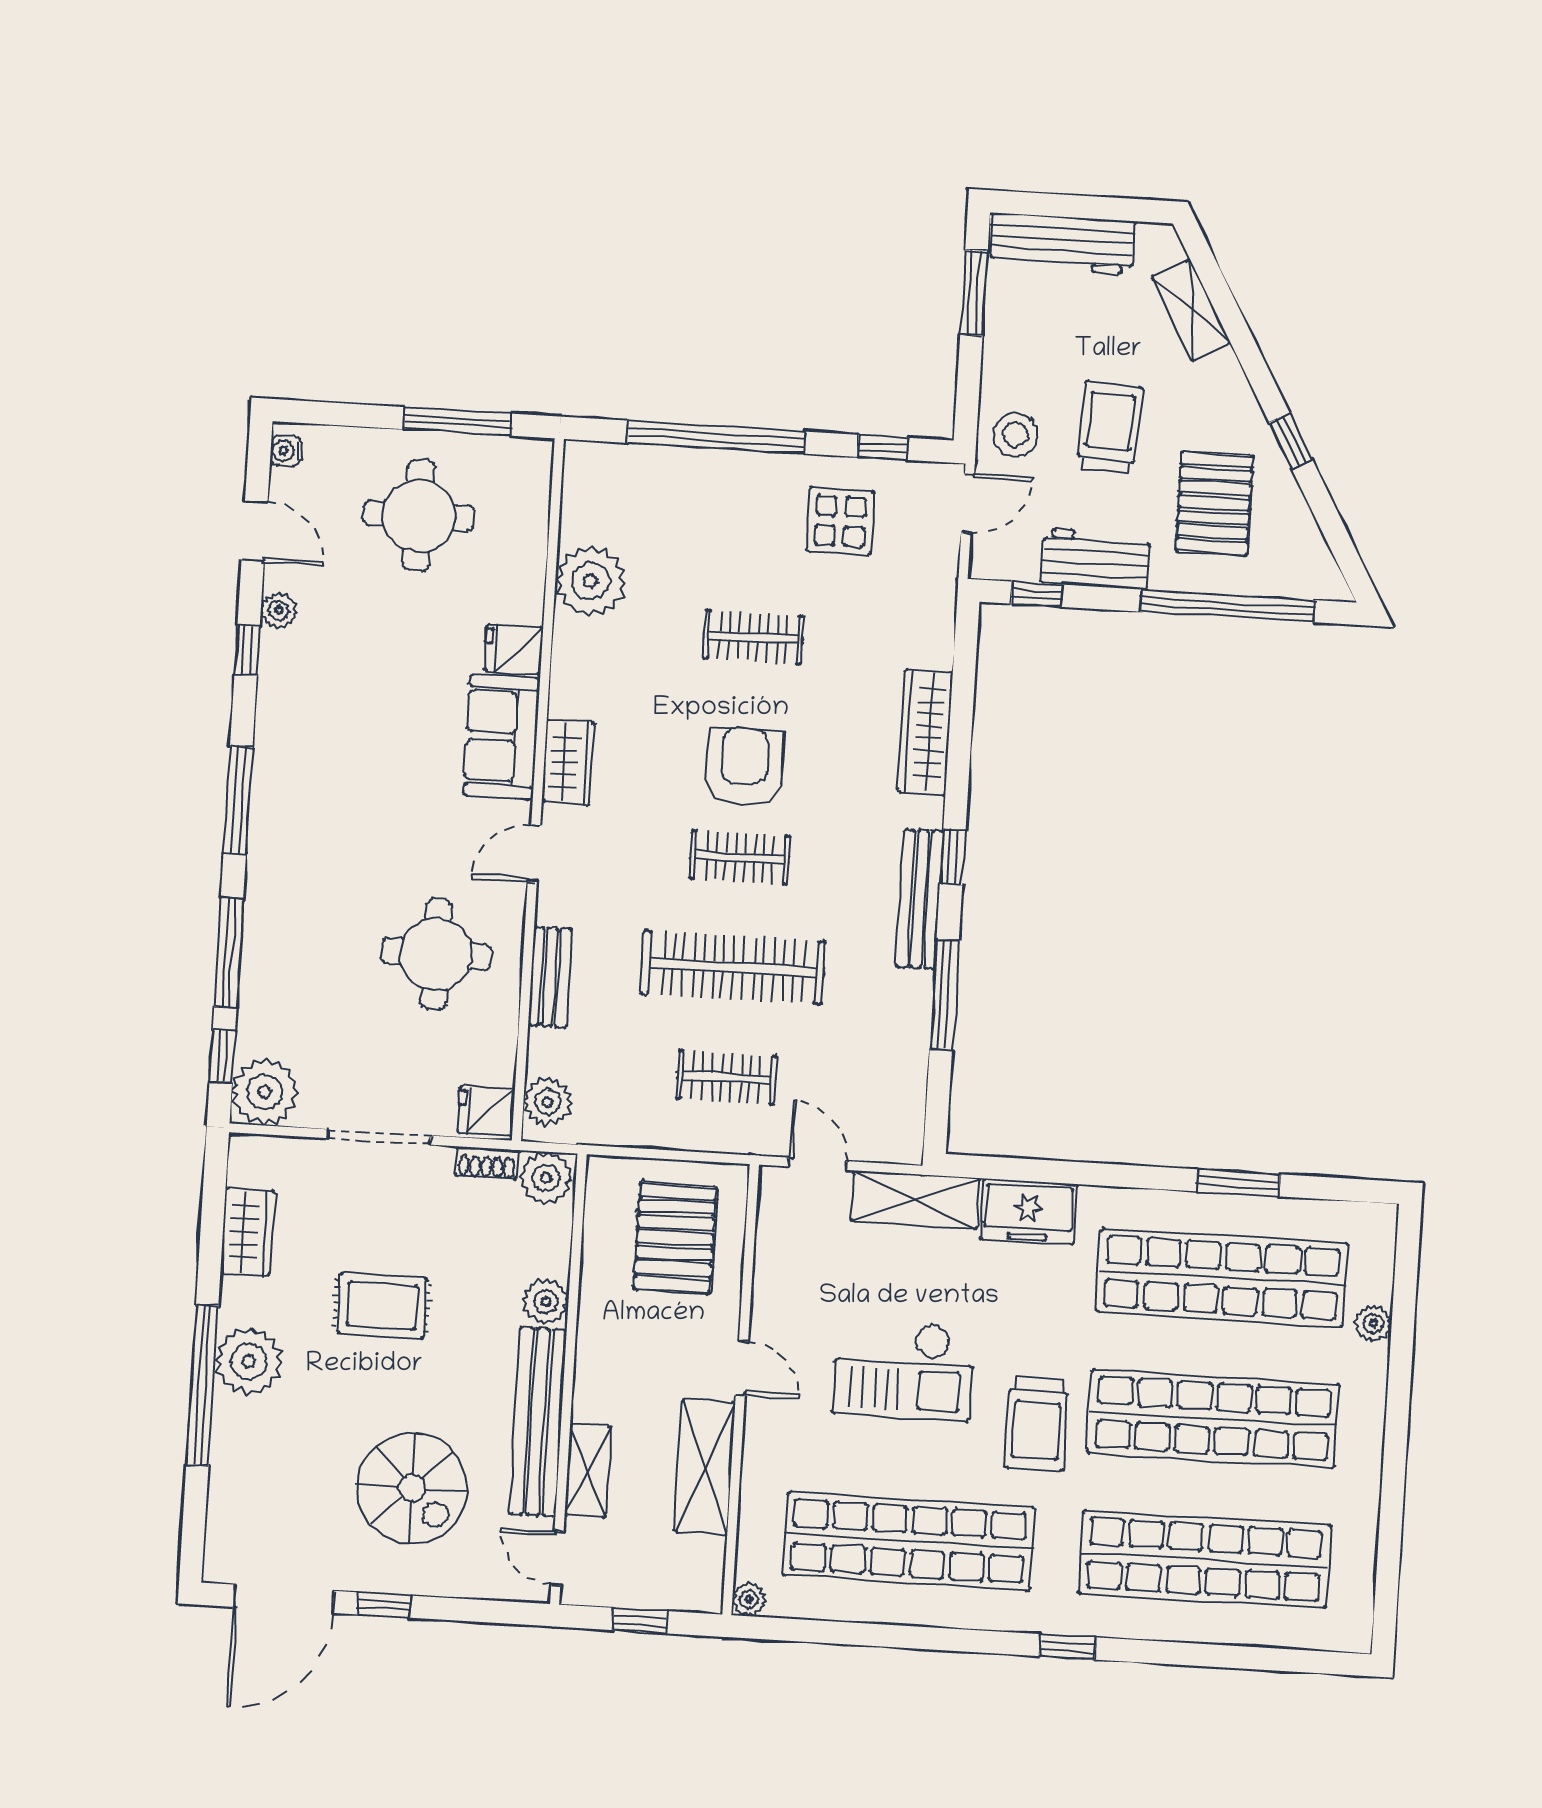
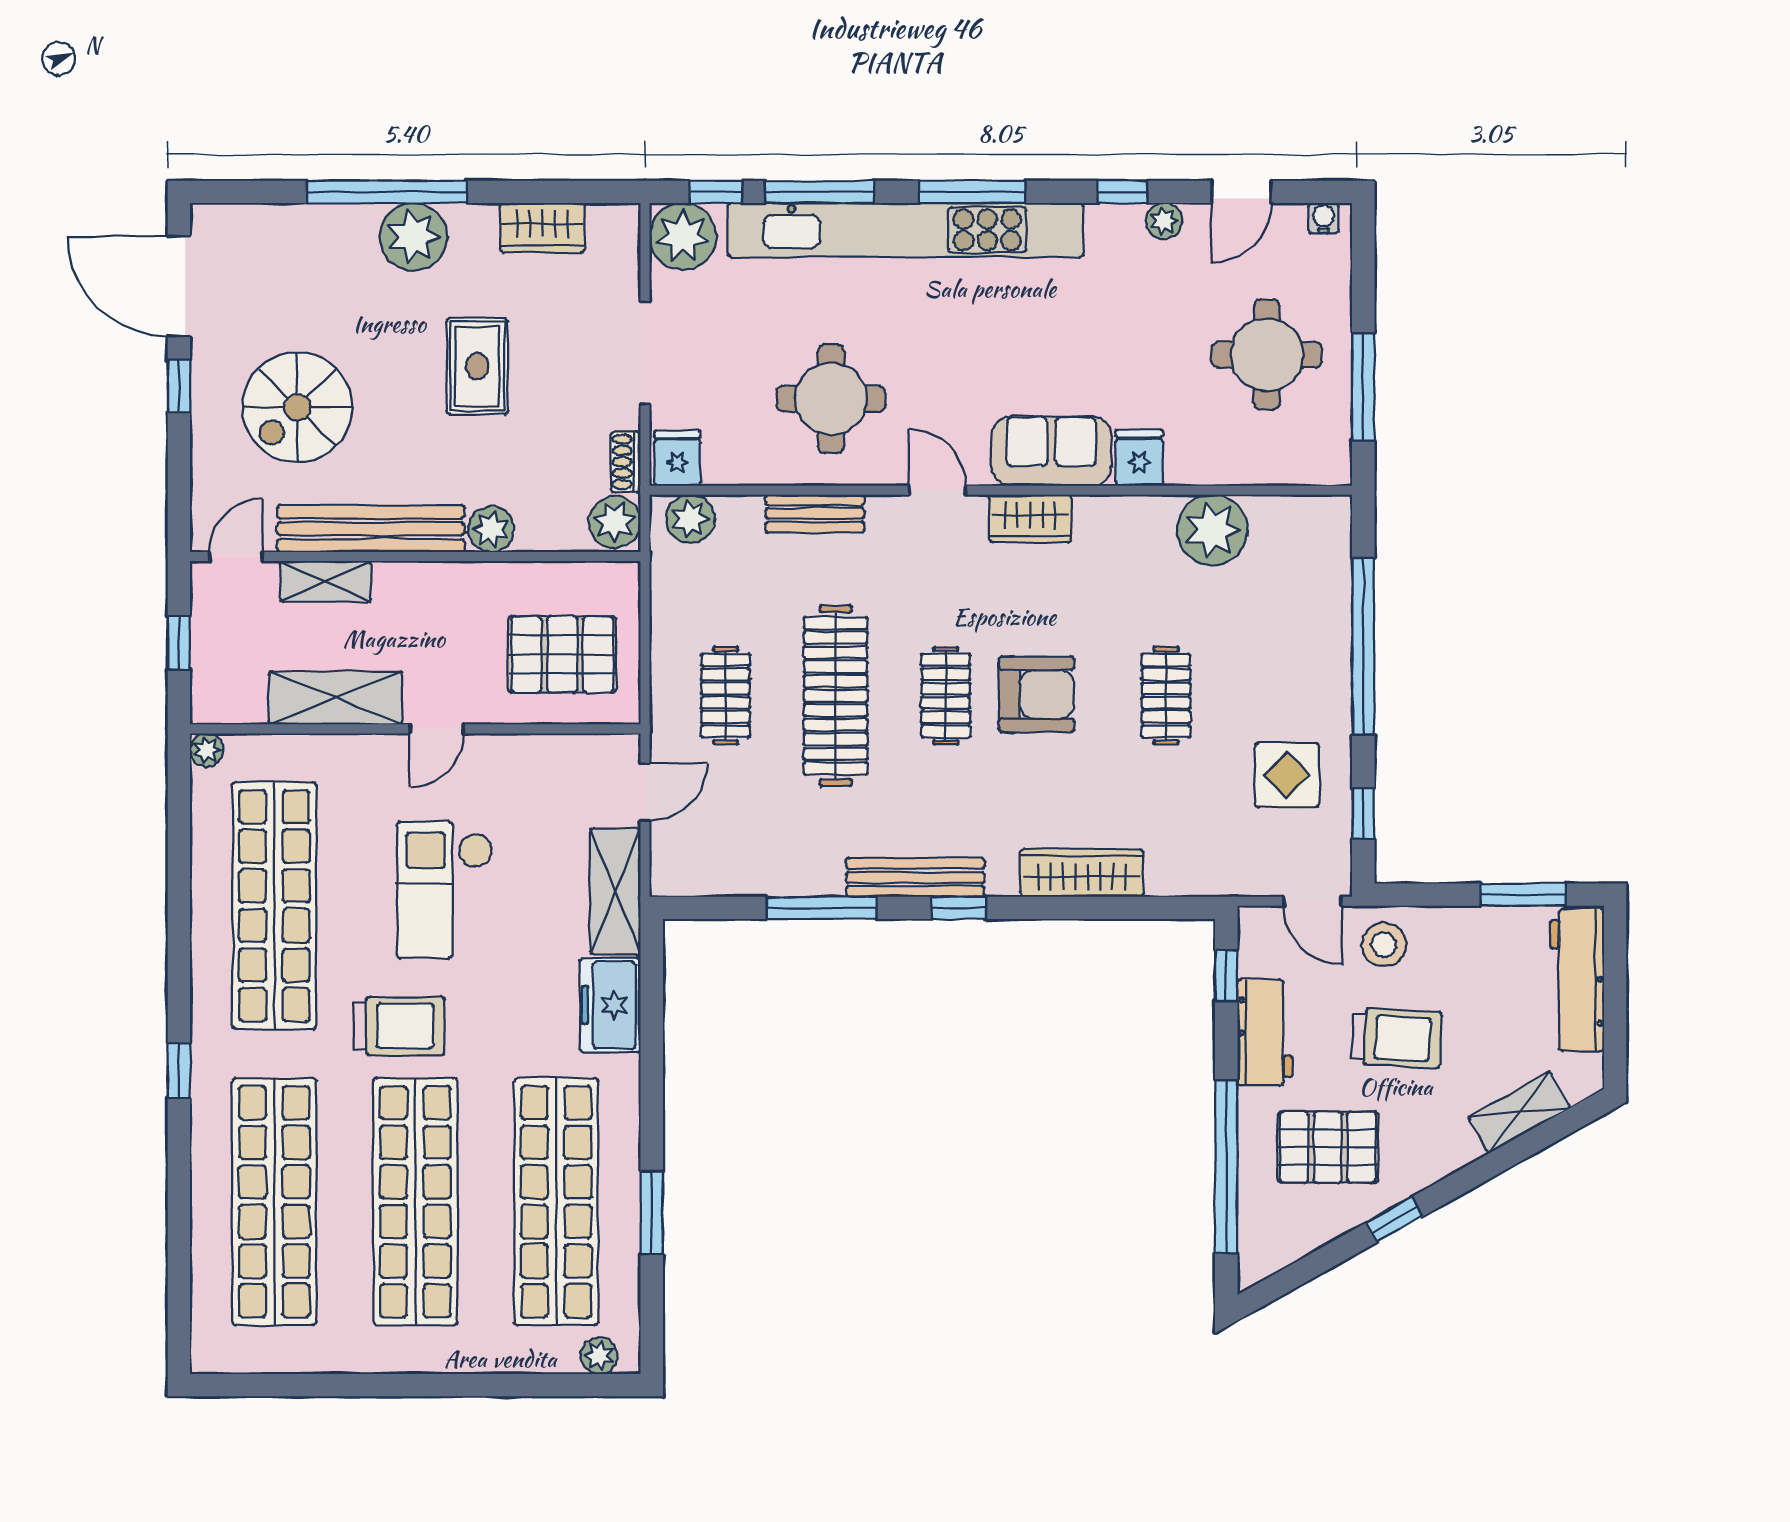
kitchen unit: (272, 869) -> (905, 230), added
plant: (1373, 1324) -> (599, 1356), moved
trolley: (1036, 1424) -> (399, 1026), turned 180

